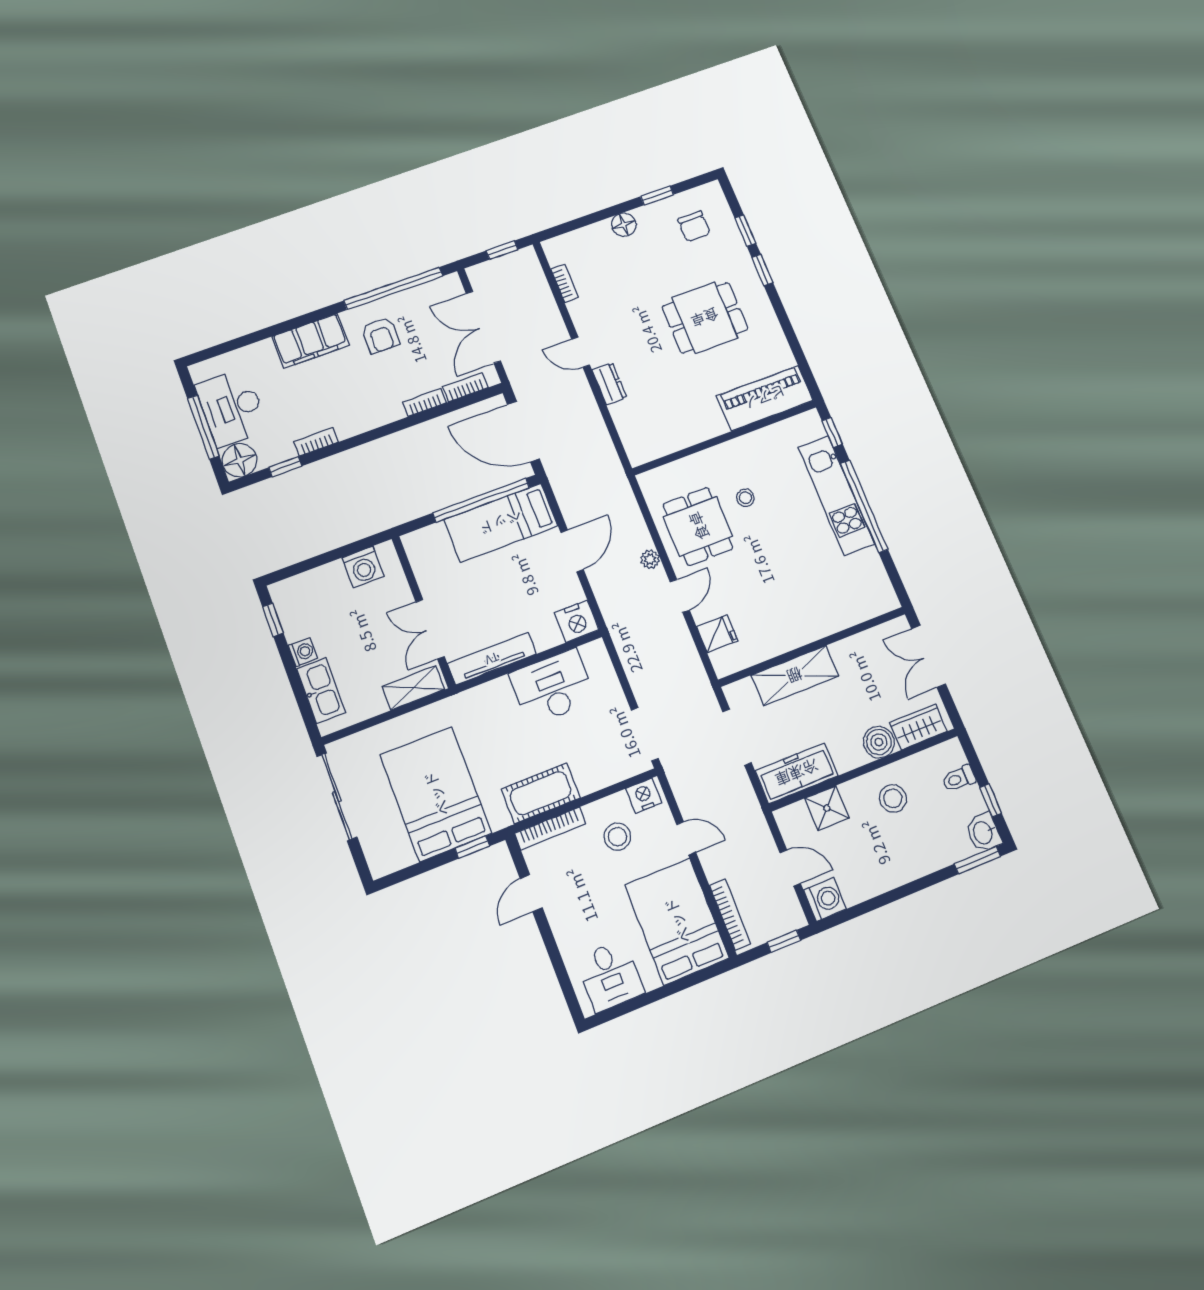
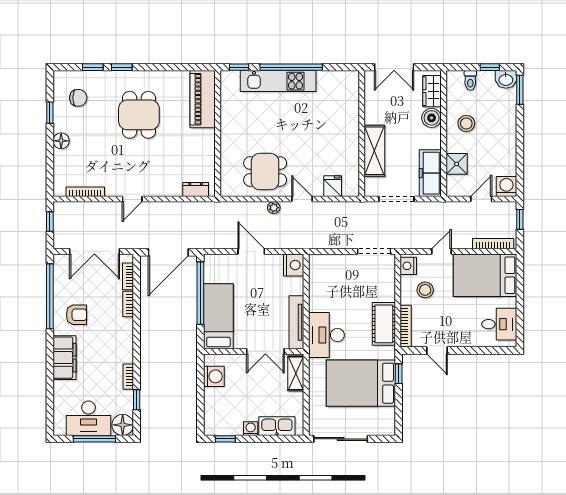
bookcase: (565, 283) -> (85, 192), width x1.56
dresser: (609, 384) -> (196, 189), moved
stool: (745, 498) -> (259, 136), removed
bed: (501, 523) -> (218, 316), moved, turned 180
desk: (553, 687) -> (326, 335), moved

